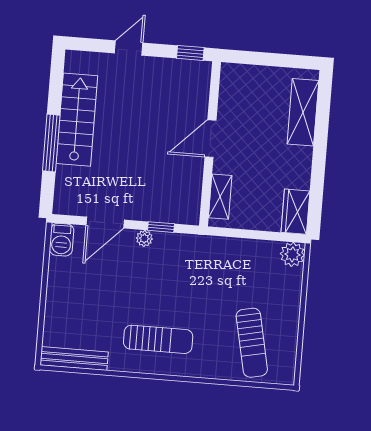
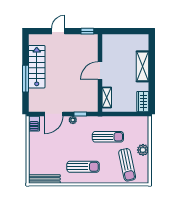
shelving: (303, 112) -> (142, 66), moved
plant: (292, 254) -> (143, 150), moved
sun lounger: (216, 280) -> (108, 137), added

